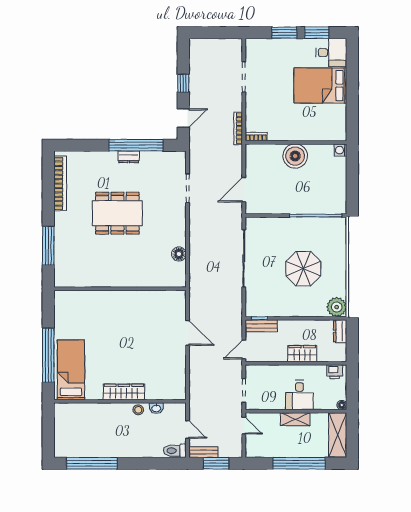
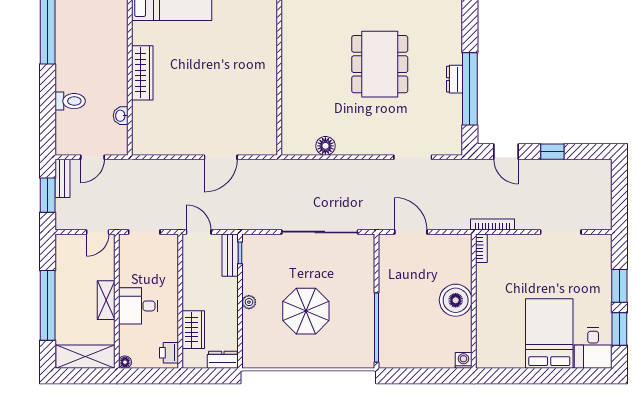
plant: (337, 307) -> (249, 302), moved, width x0.53, depth x0.53
wardrobe: (302, 354) -> (193, 330), moved
stool: (138, 410) -> (119, 92), removed
toilet: (175, 451) -> (70, 101), moved, turned 90

